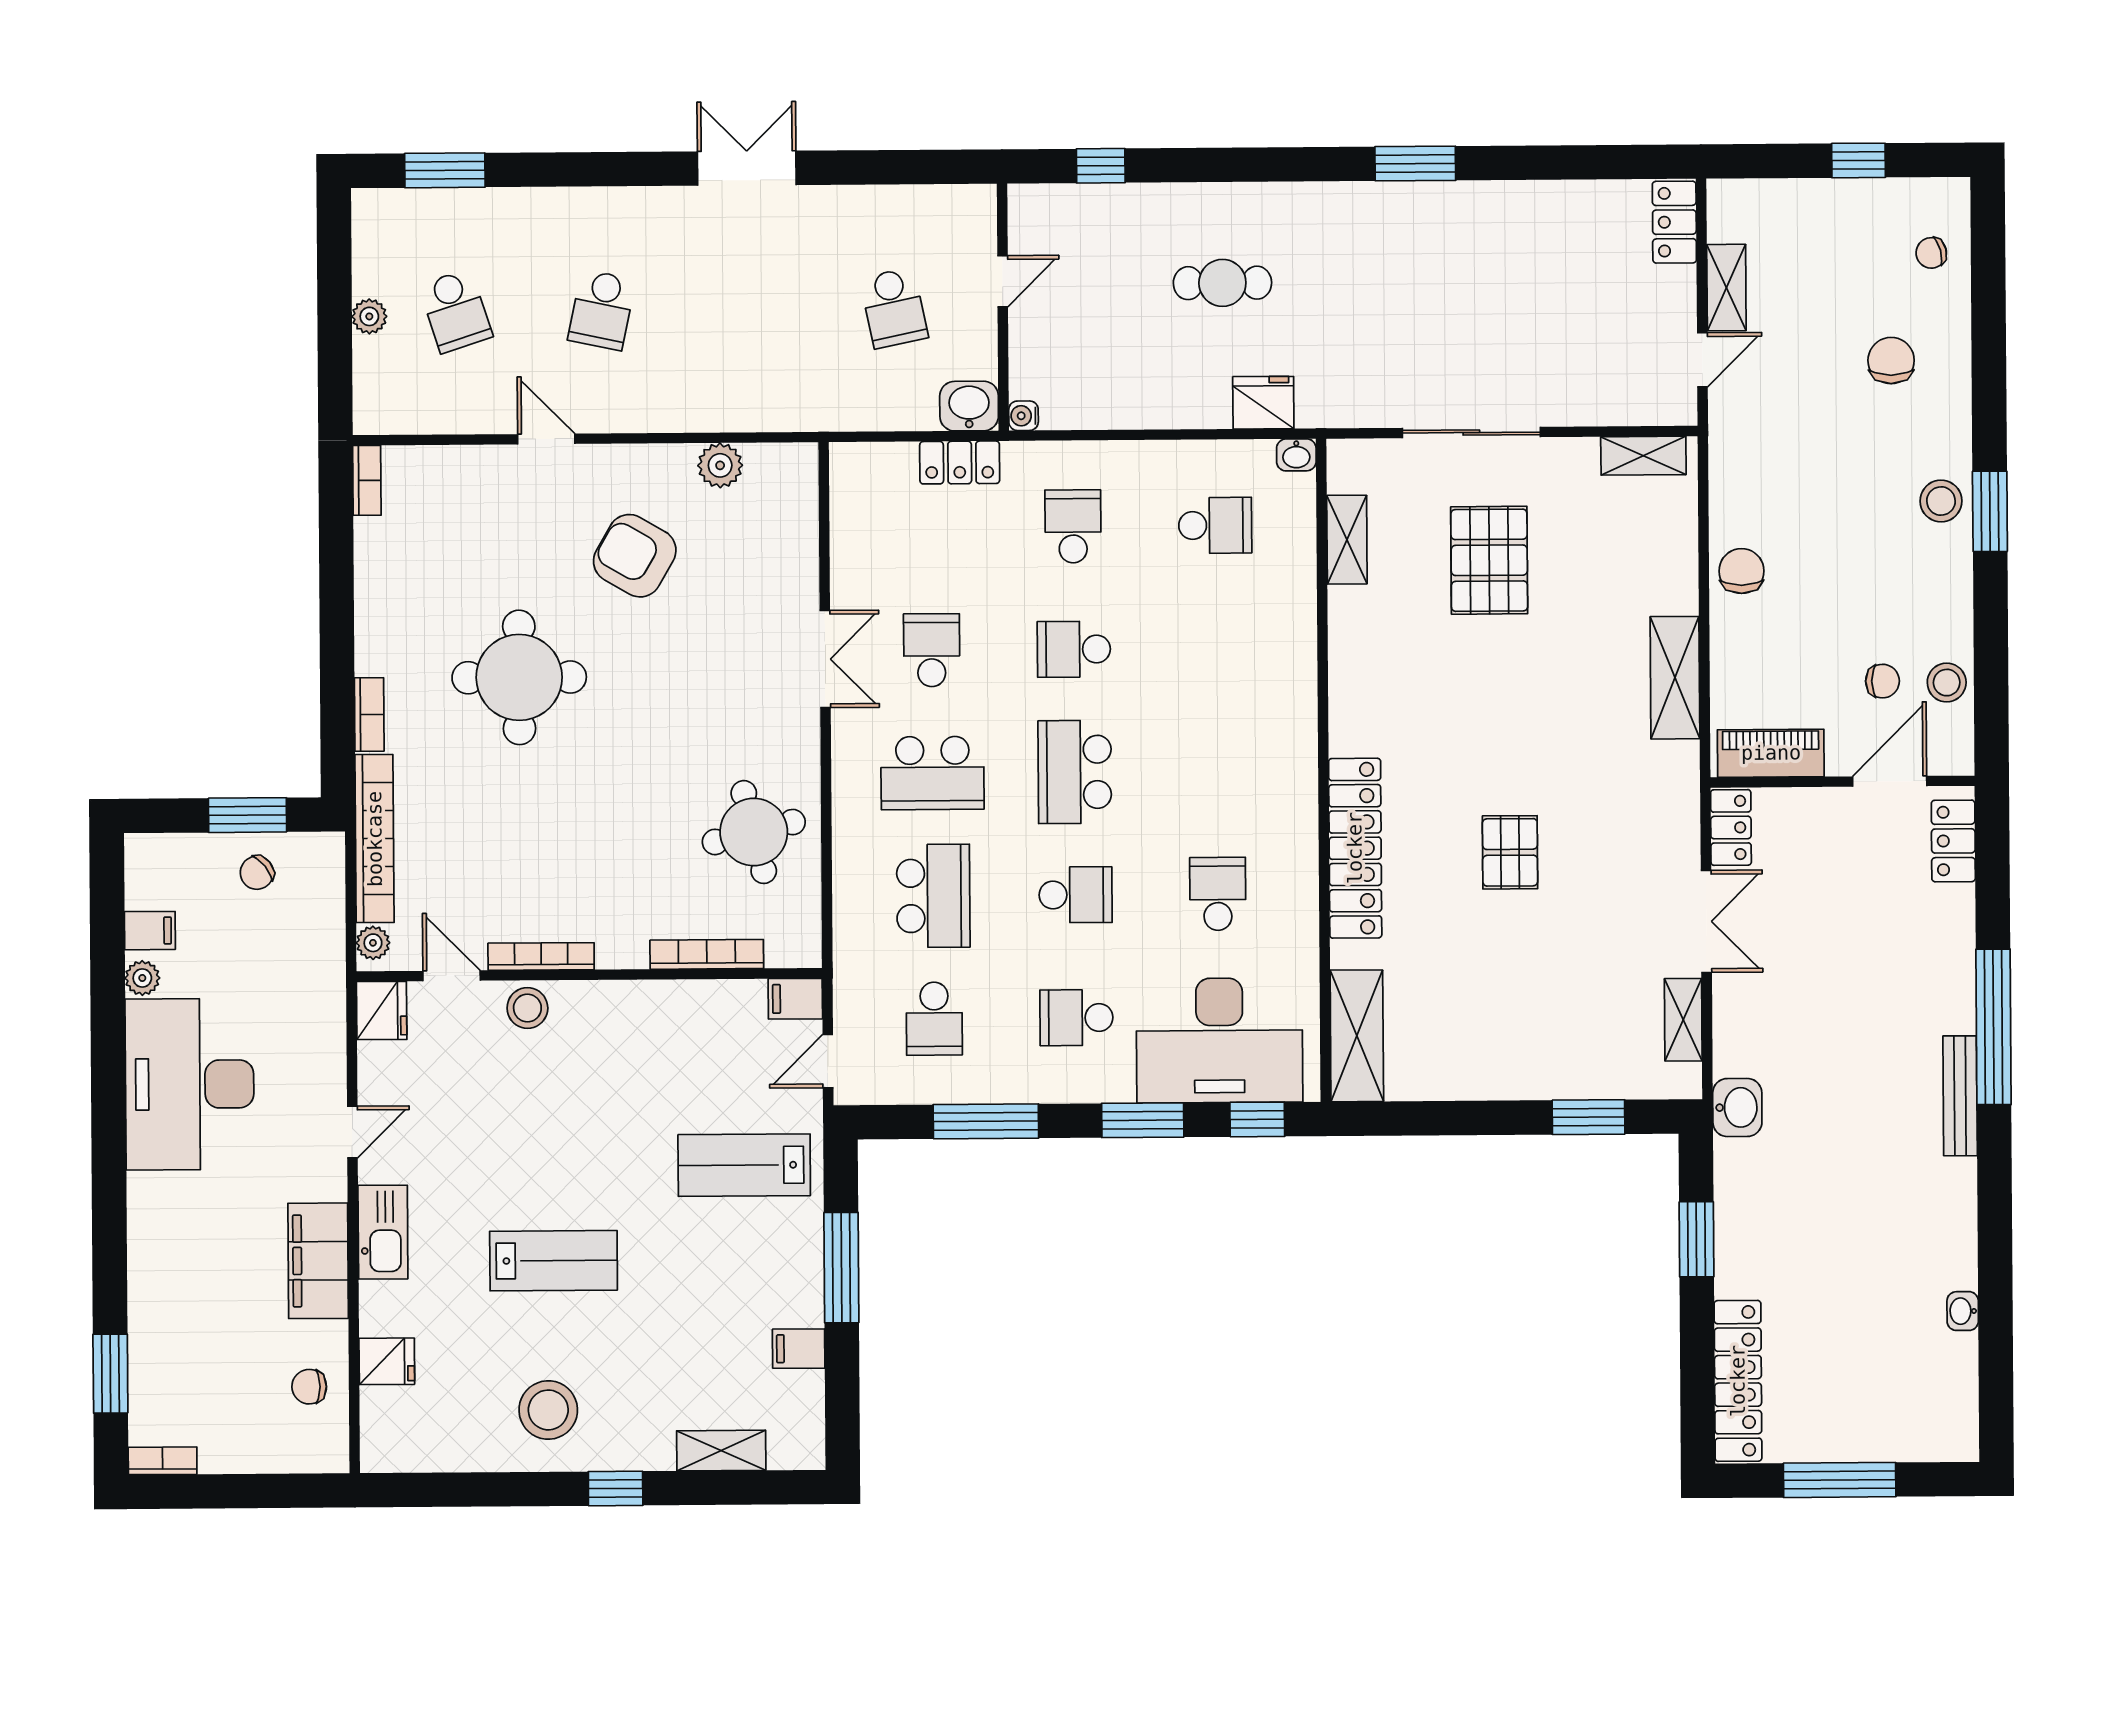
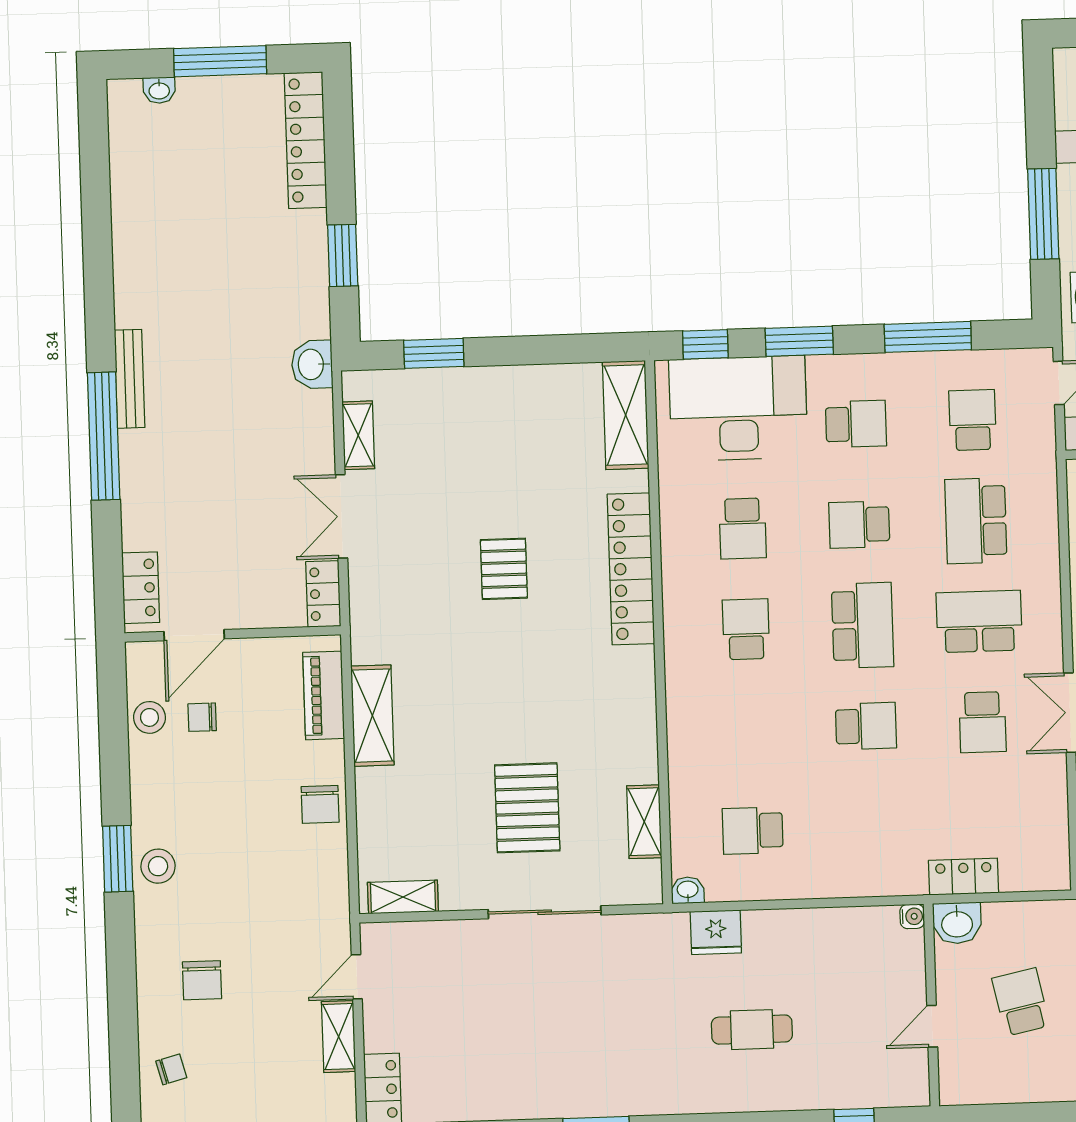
school desk: (1073, 526) -> (746, 629), moved, turned 180
piano: (1771, 753) -> (324, 695), moved, turned 90
washbasin: (1963, 1311) -> (159, 90), moved, turned 90

